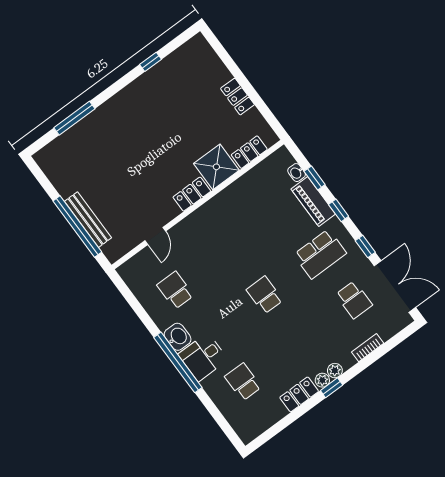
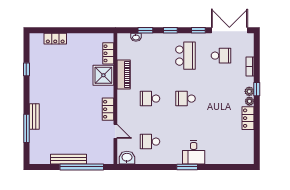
locker: (237, 97) -> (55, 39), moved
bench: (97, 117) -> (34, 116), added
locker: (192, 194) -> (108, 109), moved
piano: (313, 201) -> (124, 75), moved, turned -90
bench: (88, 220) -> (68, 159), moved
washbasin: (178, 337) -> (127, 158), moved
window: (178, 362) -> (187, 167), width x0.47
school desk: (243, 382) -> (150, 99), moved
window: (332, 388) -> (257, 89), moved

